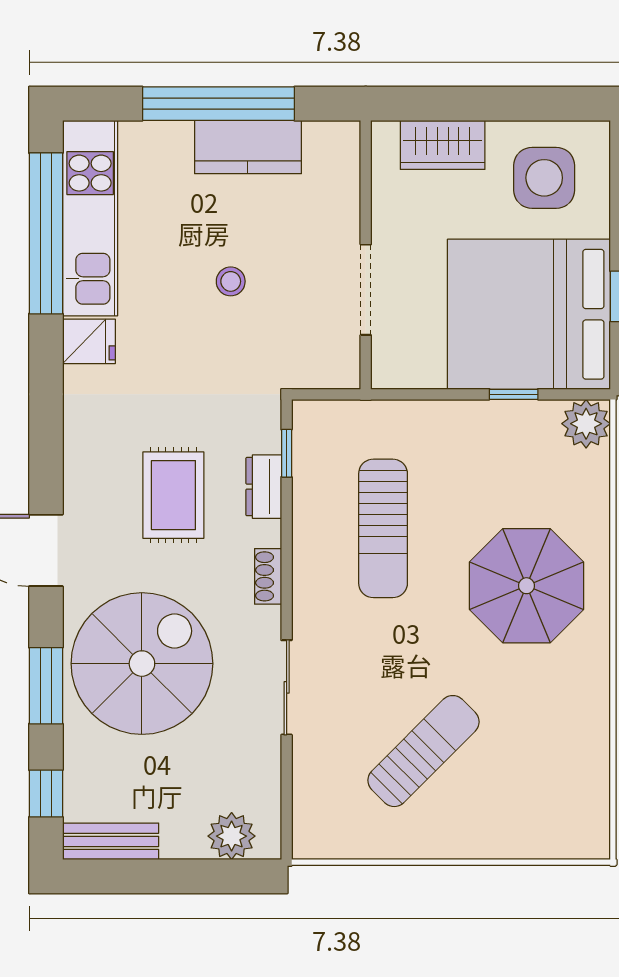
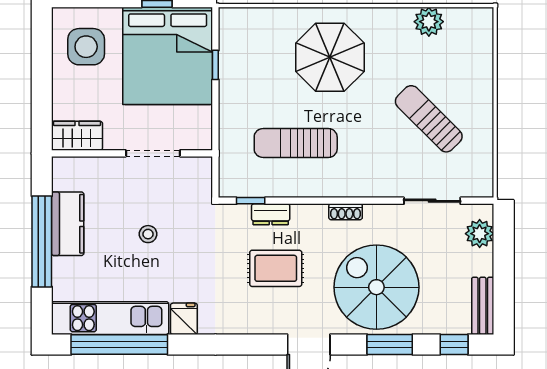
wardrobe: (443, 145) -> (77, 136), moved, turned -90
plant: (586, 424) -> (429, 22), moved
sun lounger: (383, 528) -> (296, 143), turned 180
shoe rack: (268, 576) -> (346, 212), moved
sliding door: (287, 687) -> (432, 201), moved

